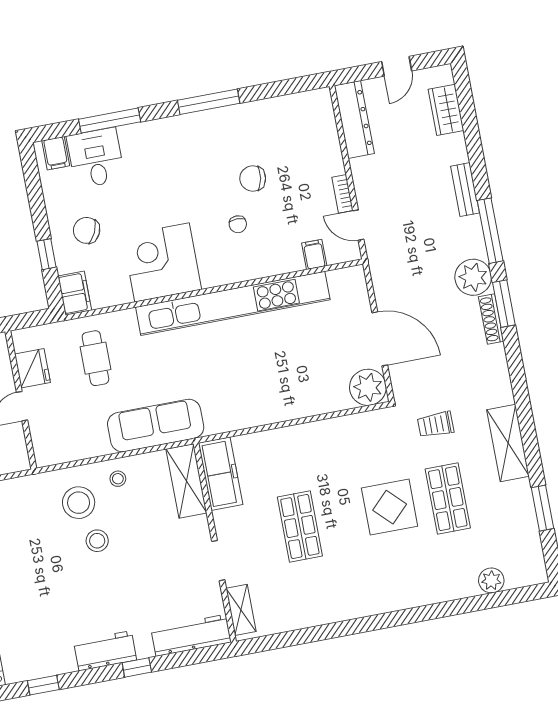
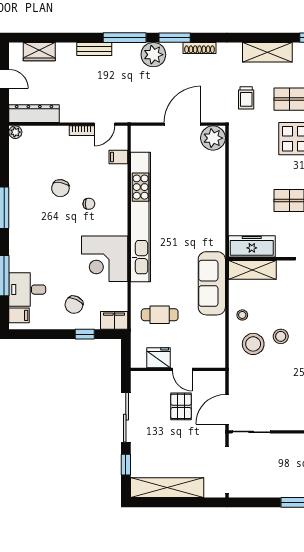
plant: (322, 97) -> (15, 132), added
shoe rack: (491, 319) -> (200, 48), moved

